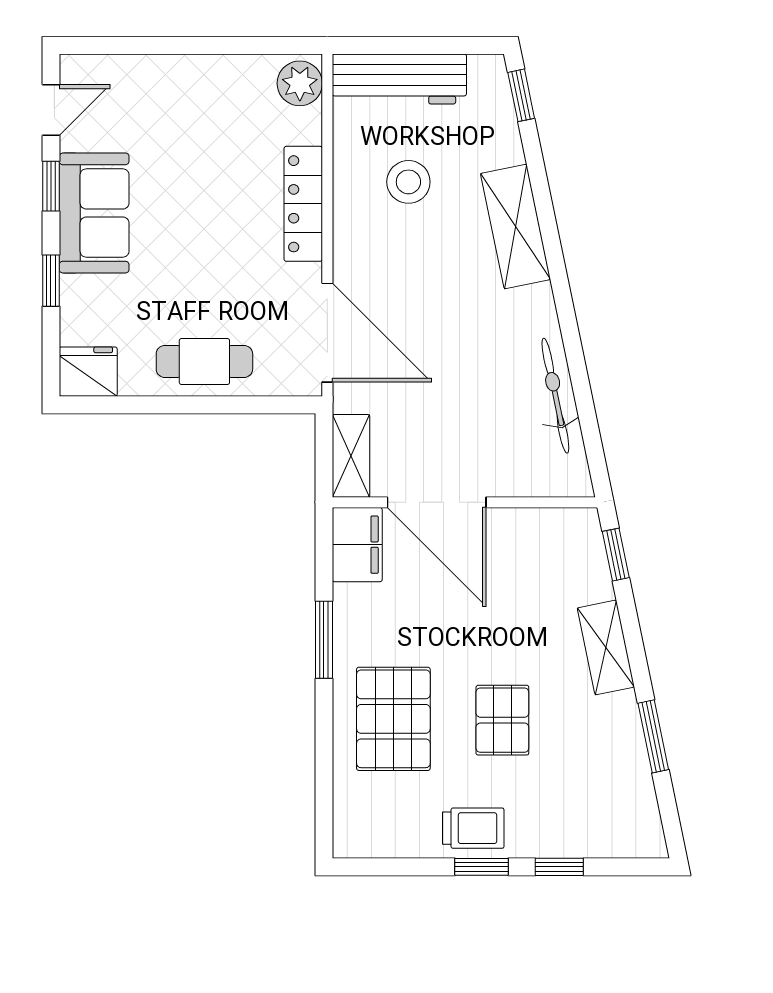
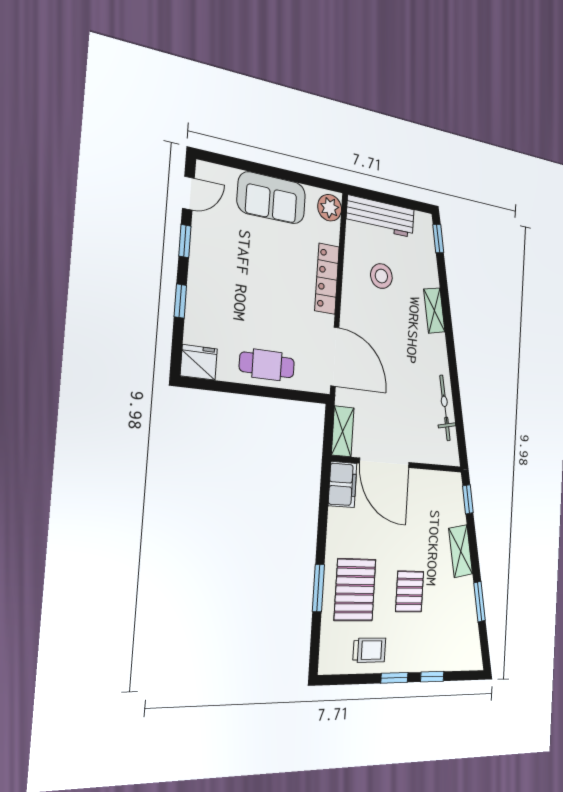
sofa: (94, 213) -> (272, 198), moved, turned 90
shelving: (516, 227) -> (434, 311), width x0.67, depth x0.75
window: (324, 640) -> (318, 588), moved
trolley: (473, 828) -> (369, 650), moved

